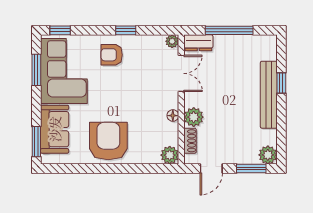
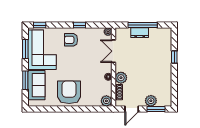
dresser: (198, 43) -> (140, 33), moved
double door: (181, 73) -> (113, 51), swing flipped
bench: (269, 95) -> (167, 64), removed
window: (36, 142) -> (25, 80), moved
plant: (268, 155) -> (151, 101), moved

